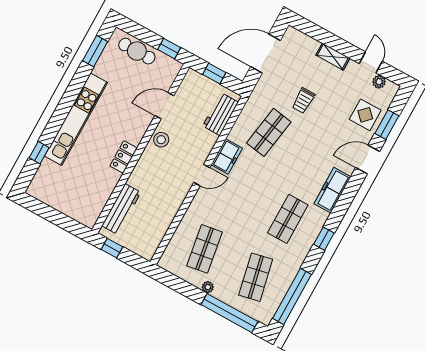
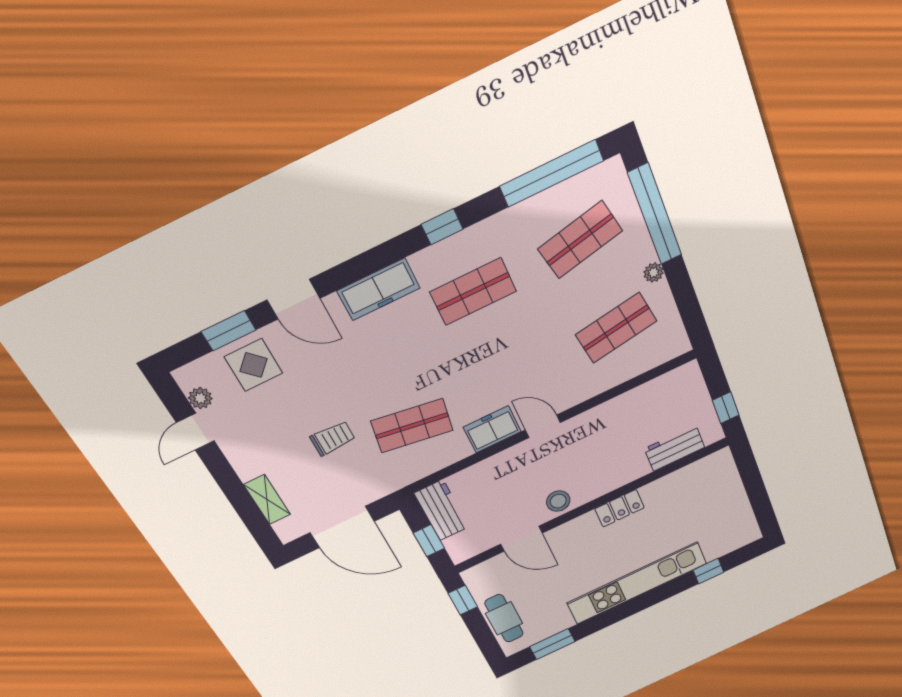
shelving: (333, 57) -> (267, 499), moved
workbench: (221, 114) -> (442, 510), moved, turned -90
workbench: (121, 209) -> (674, 448), width x0.73

